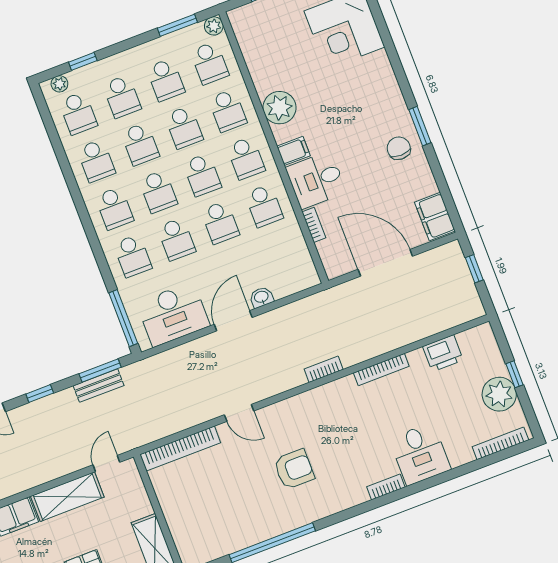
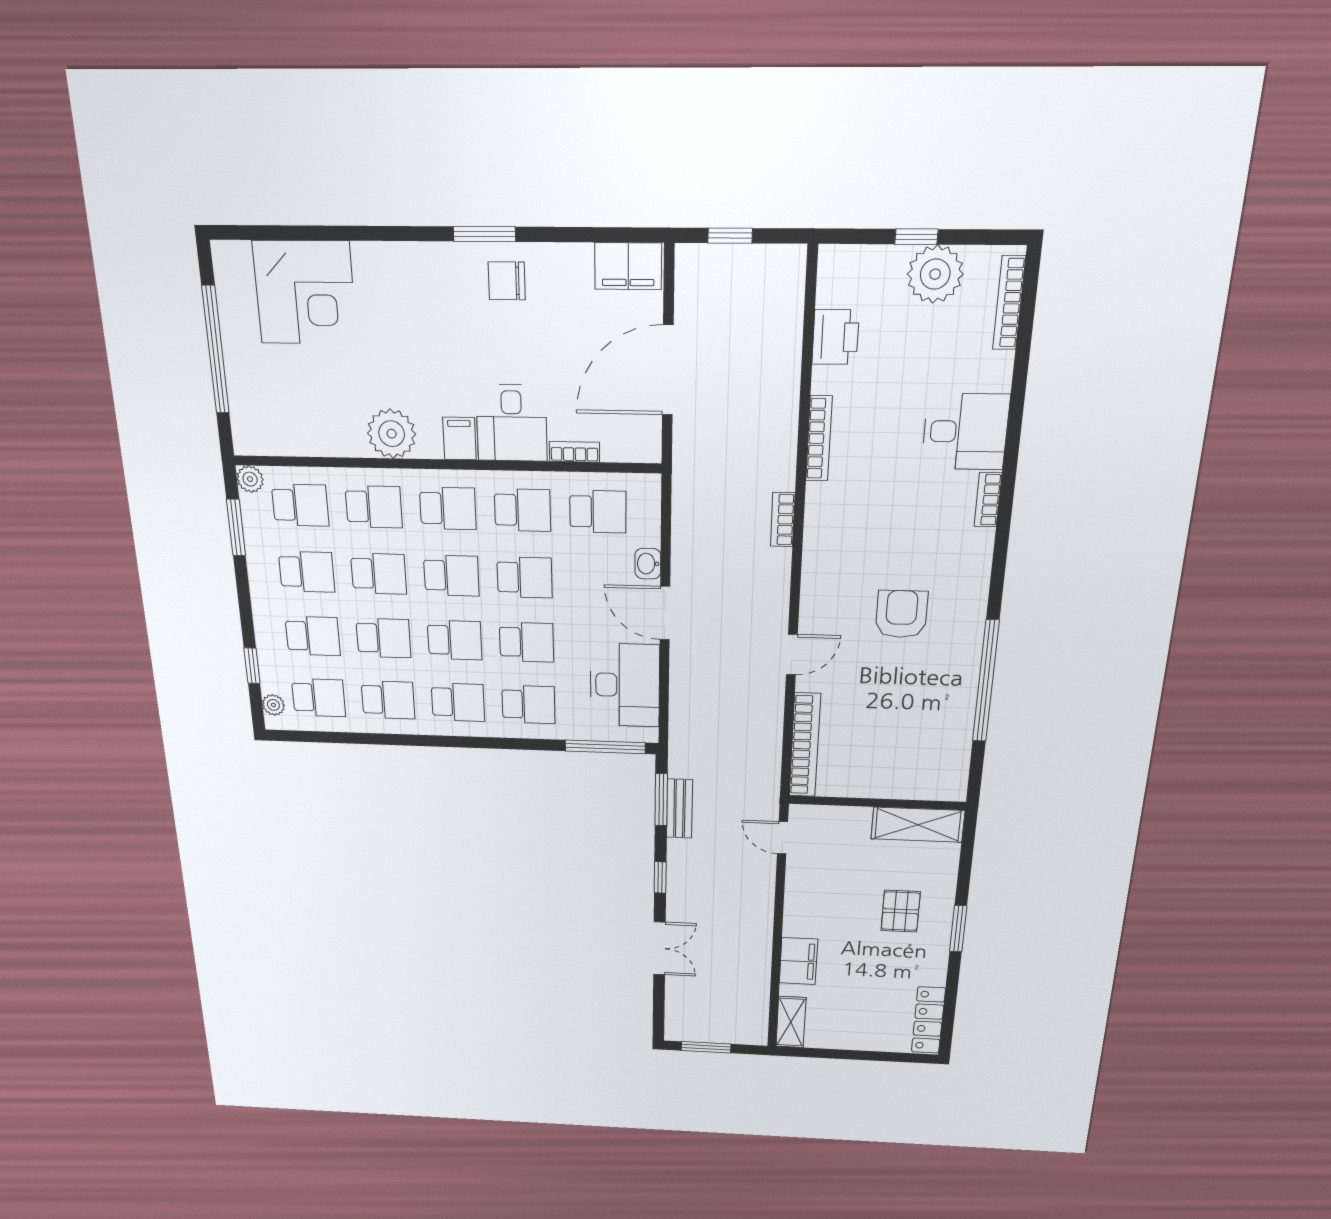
school desk: (282, 253) -> (598, 512), added
shelving: (67, 497) -> (802, 896), removed

